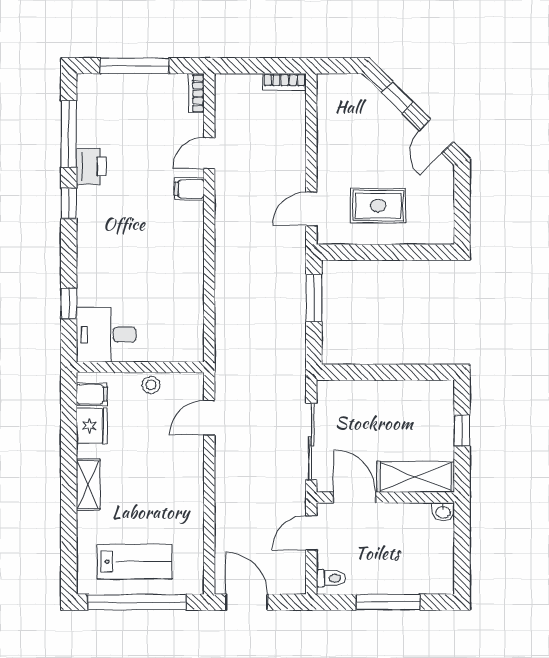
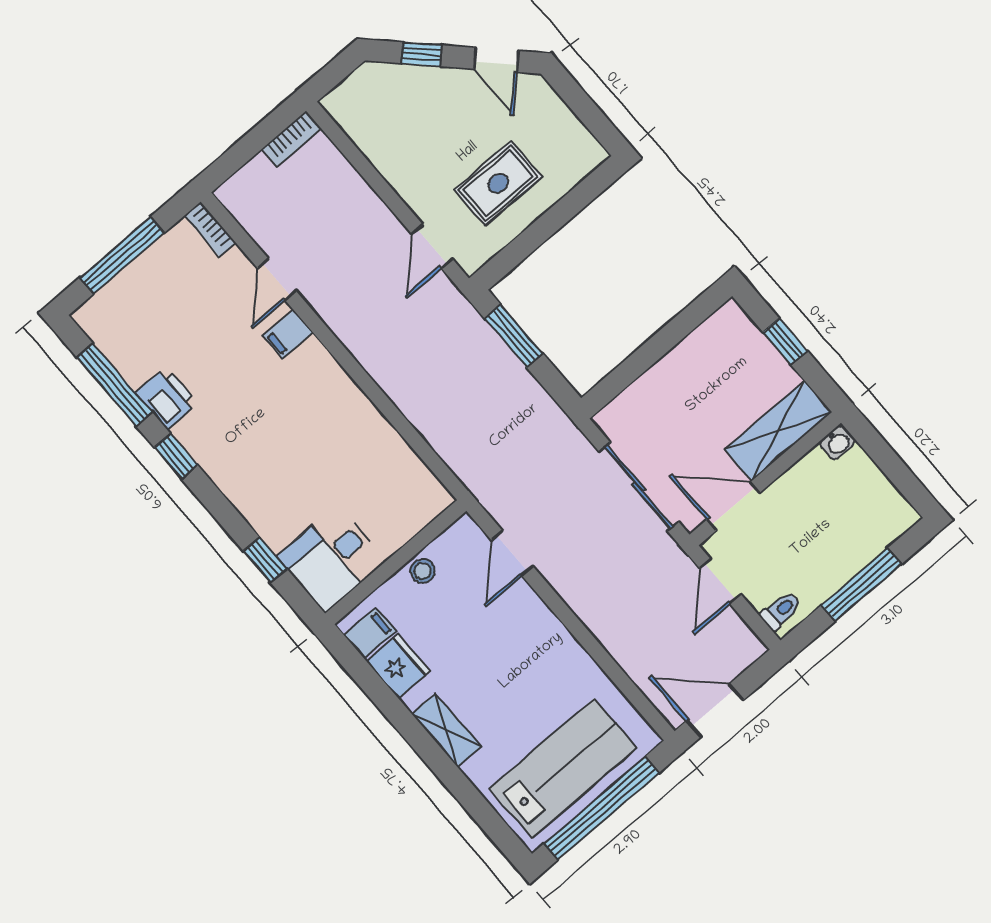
lab bench: (135, 562) -> (563, 768), width x1.36, depth x1.39

